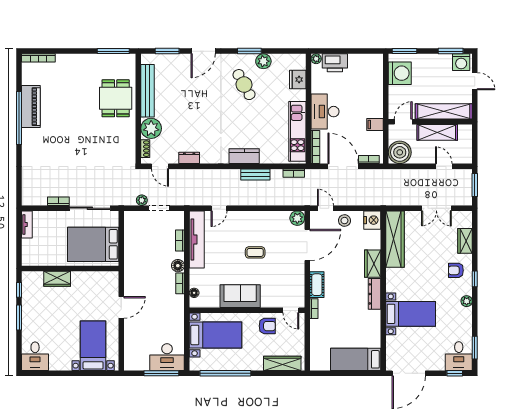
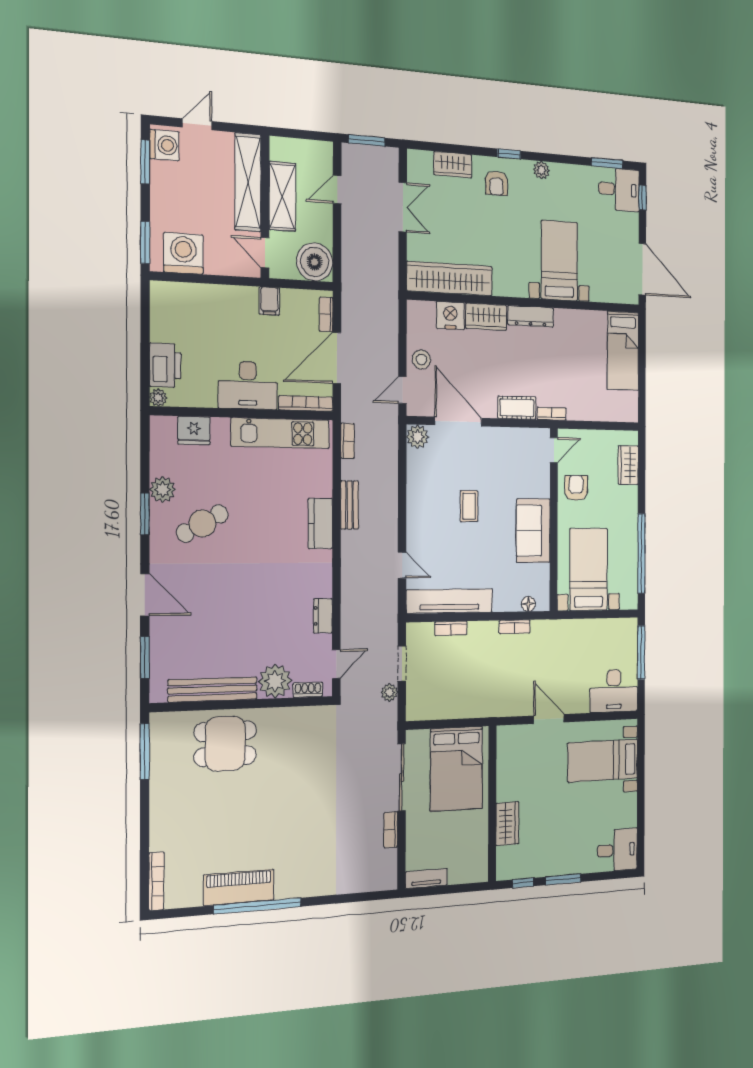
nightstand: (372, 220) -> (450, 316), moved
floor lamp: (178, 266) -> (488, 631), removed
desk: (167, 357) -> (614, 691), moved, turned 90
wardrobe: (282, 363) -> (628, 465), width x0.67

